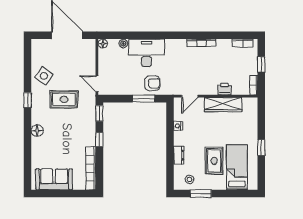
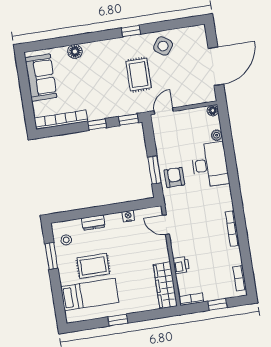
armchair: (152, 83) -> (174, 177), turned 180
wardrobe: (223, 105) -> (165, 285), moved
floor lamp: (37, 131) -> (75, 51), moved

